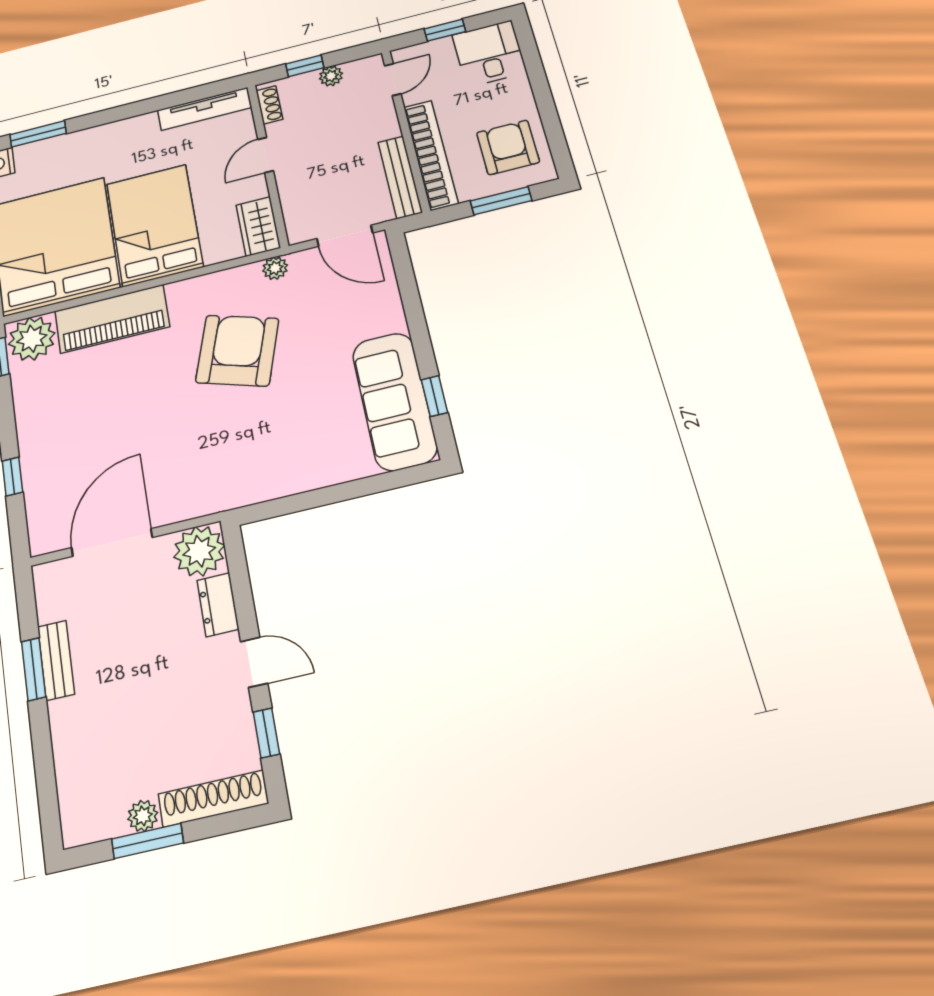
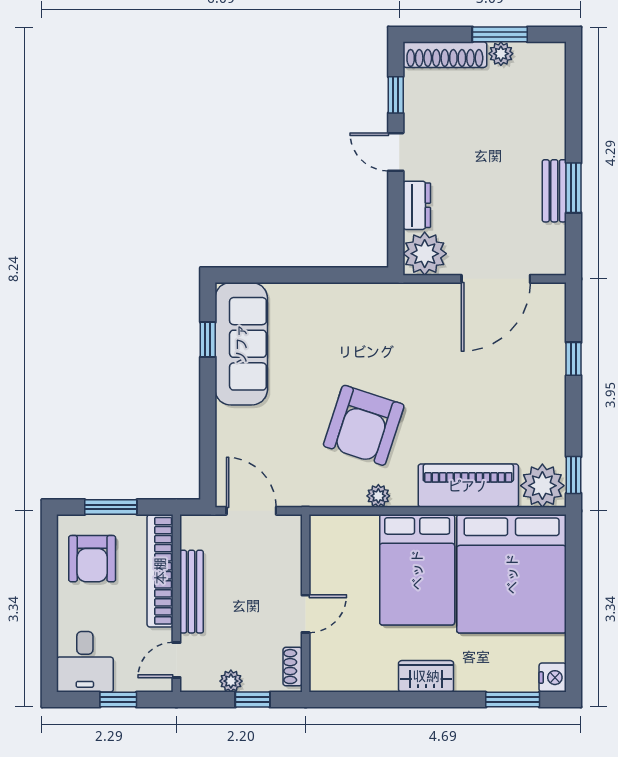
tv unit: (205, 109) -> (353, 680), removed
bench: (400, 177) -> (191, 592), moved
wardrobe: (258, 226) -> (426, 676), moved, turned -90
plant: (275, 268) -> (378, 496), moved

